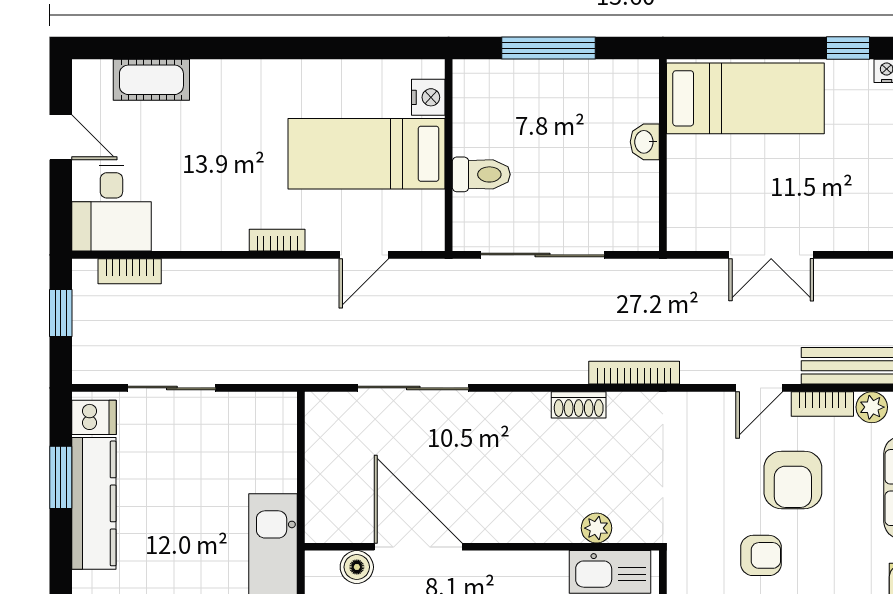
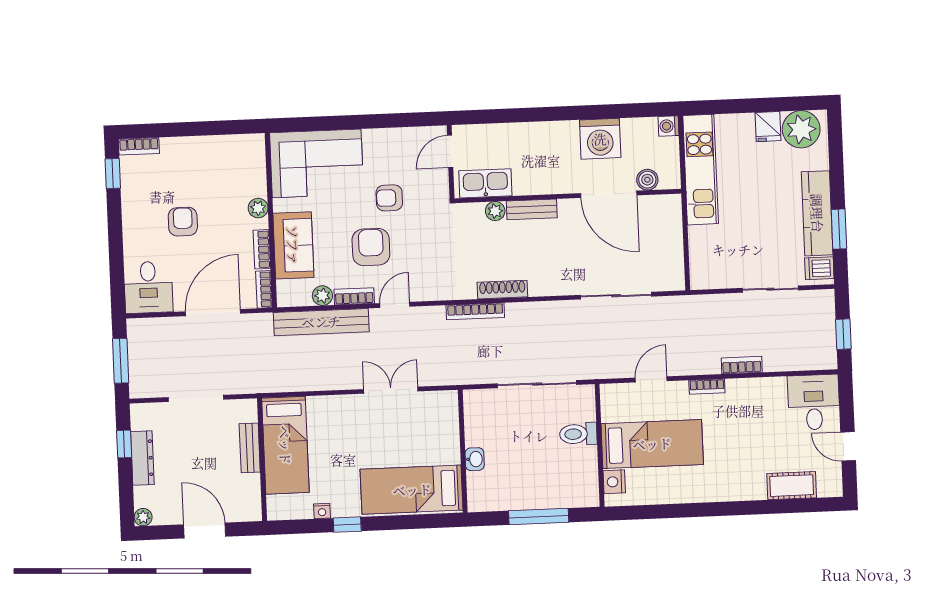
bookcase: (130, 271) -> (742, 365), moved
shoe rack: (579, 405) -> (502, 290), width x1.43
bench: (539, 528) -> (532, 209), added

